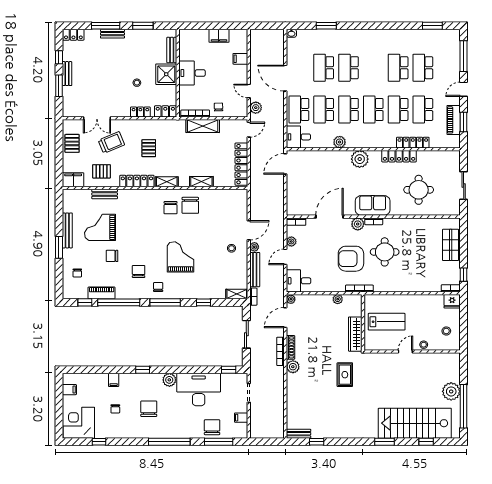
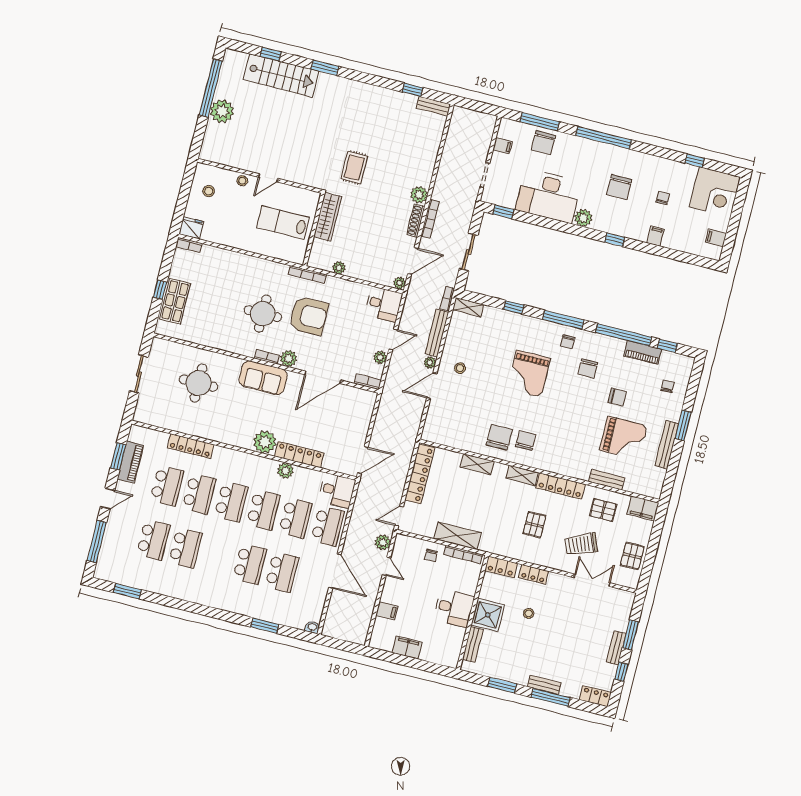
locker: (399, 156) -> (299, 455), moved
window: (464, 275) -> (160, 290), moved
stairs: (415, 423) -> (281, 75), width x0.73, depth x0.66

